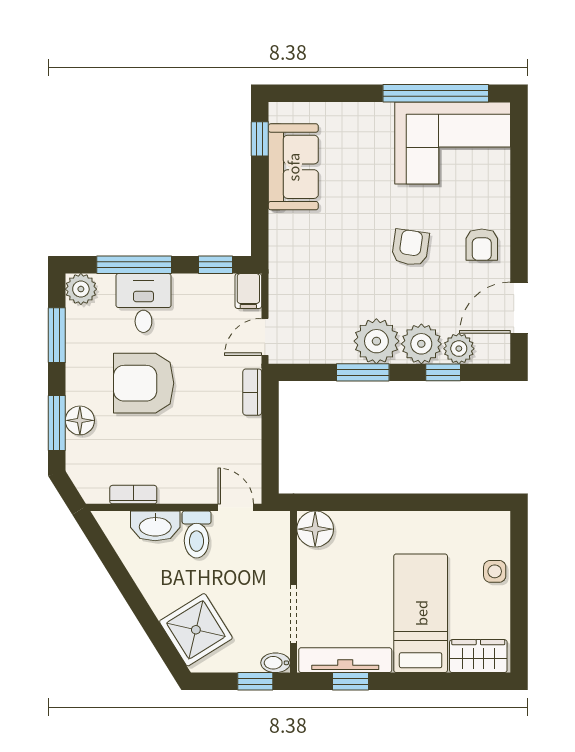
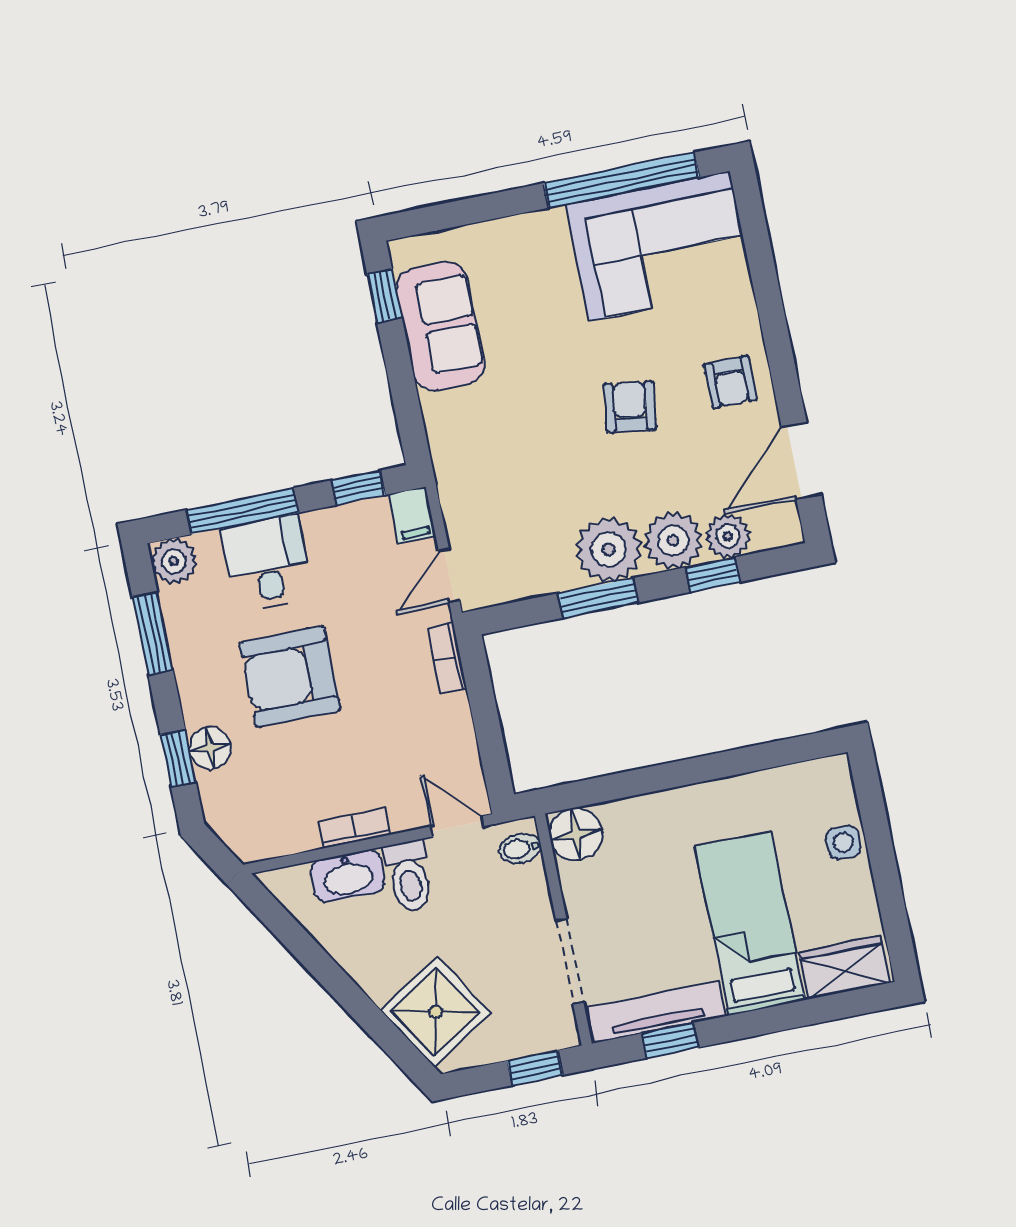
window: (57, 423) -> (178, 758), width x0.67
bookcase: (133, 495) -> (354, 828), moved
bidet: (276, 663) -> (520, 849), moved

